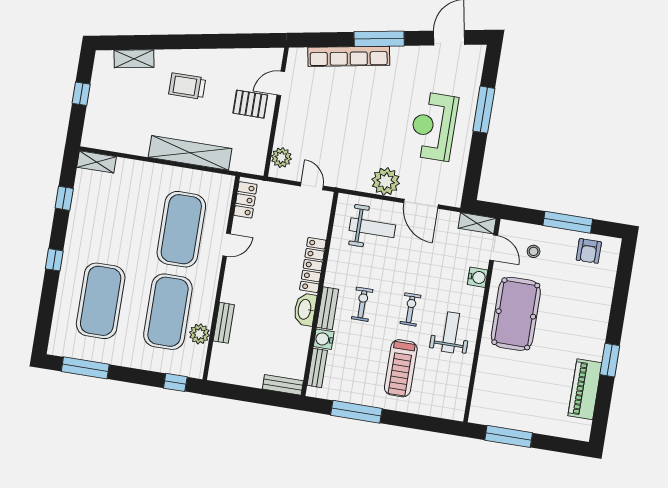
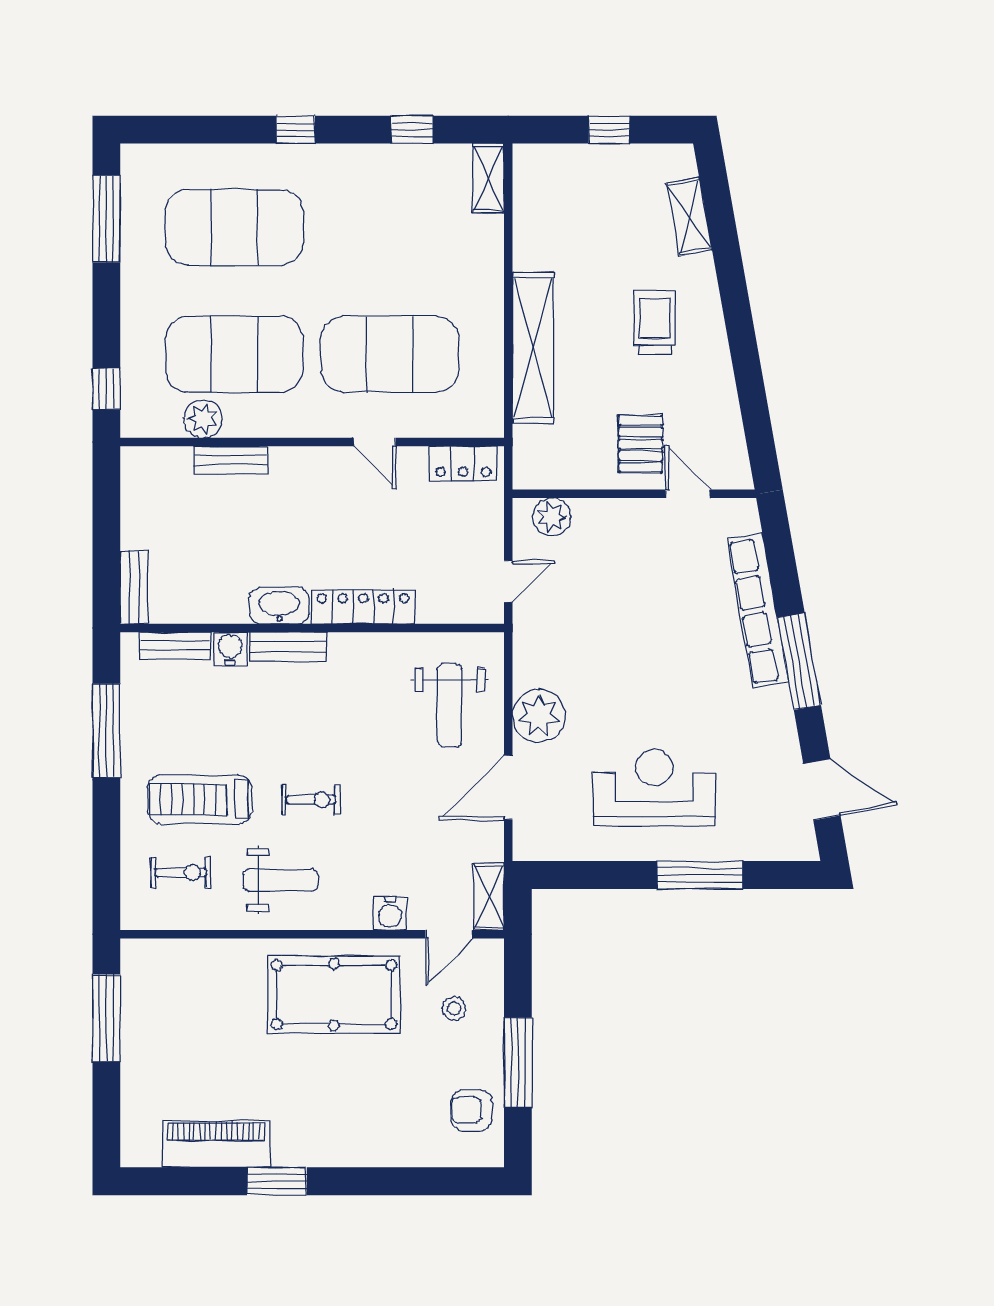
exercise bike: (362, 304) -> (181, 873), moved

